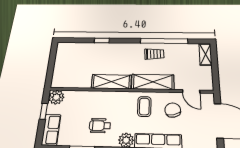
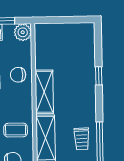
chair: (94, 103) -> (18, 75), added

